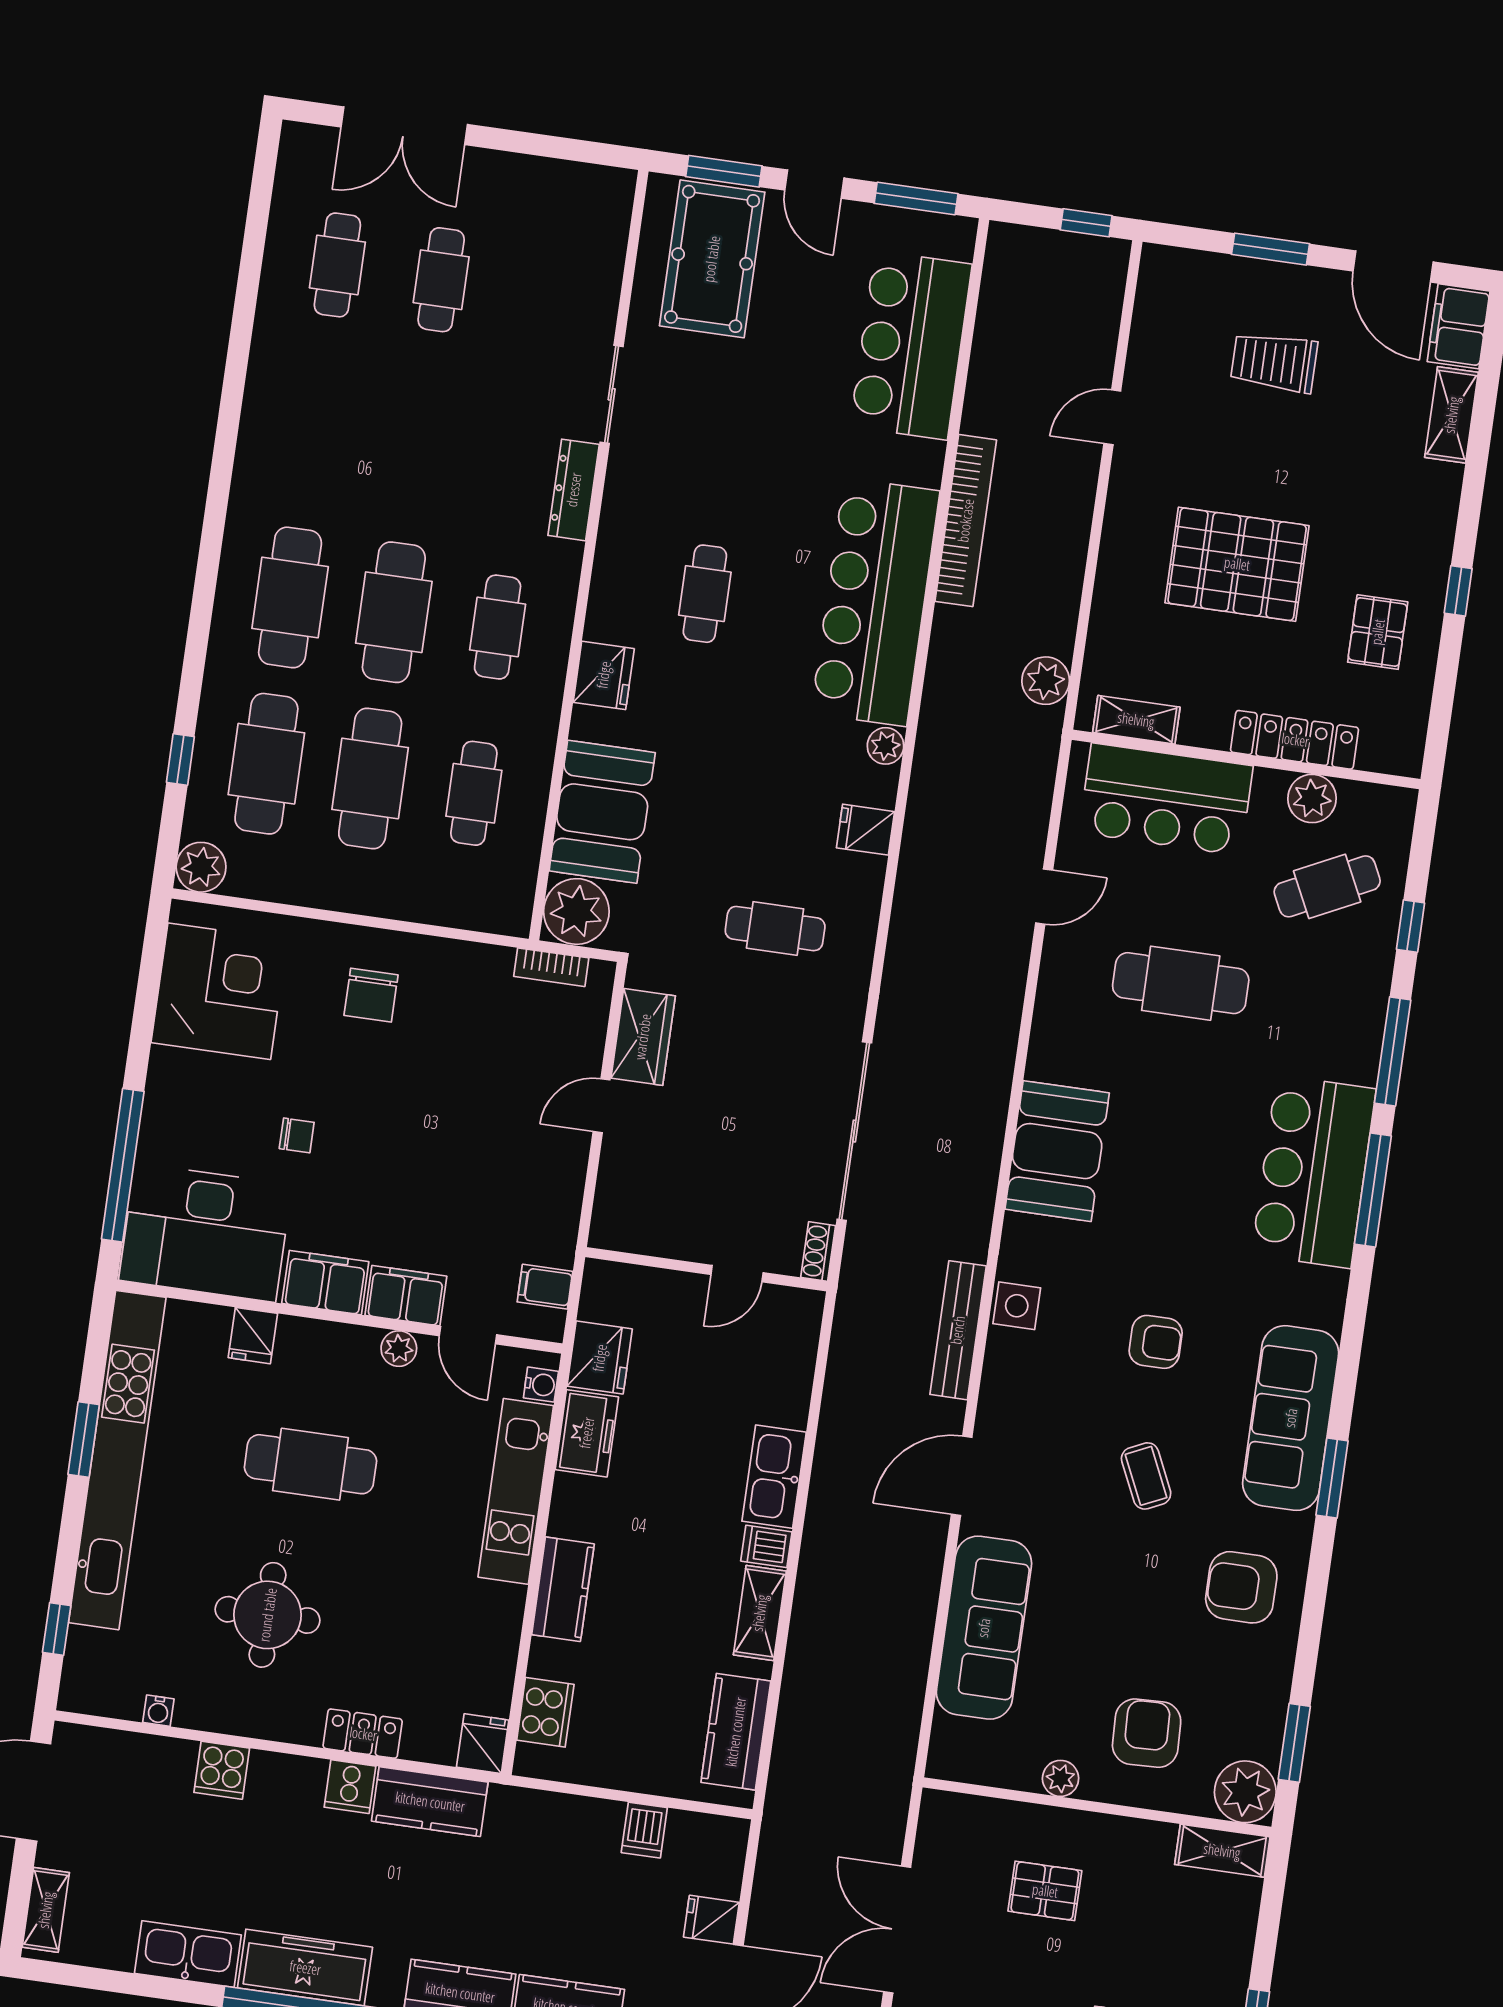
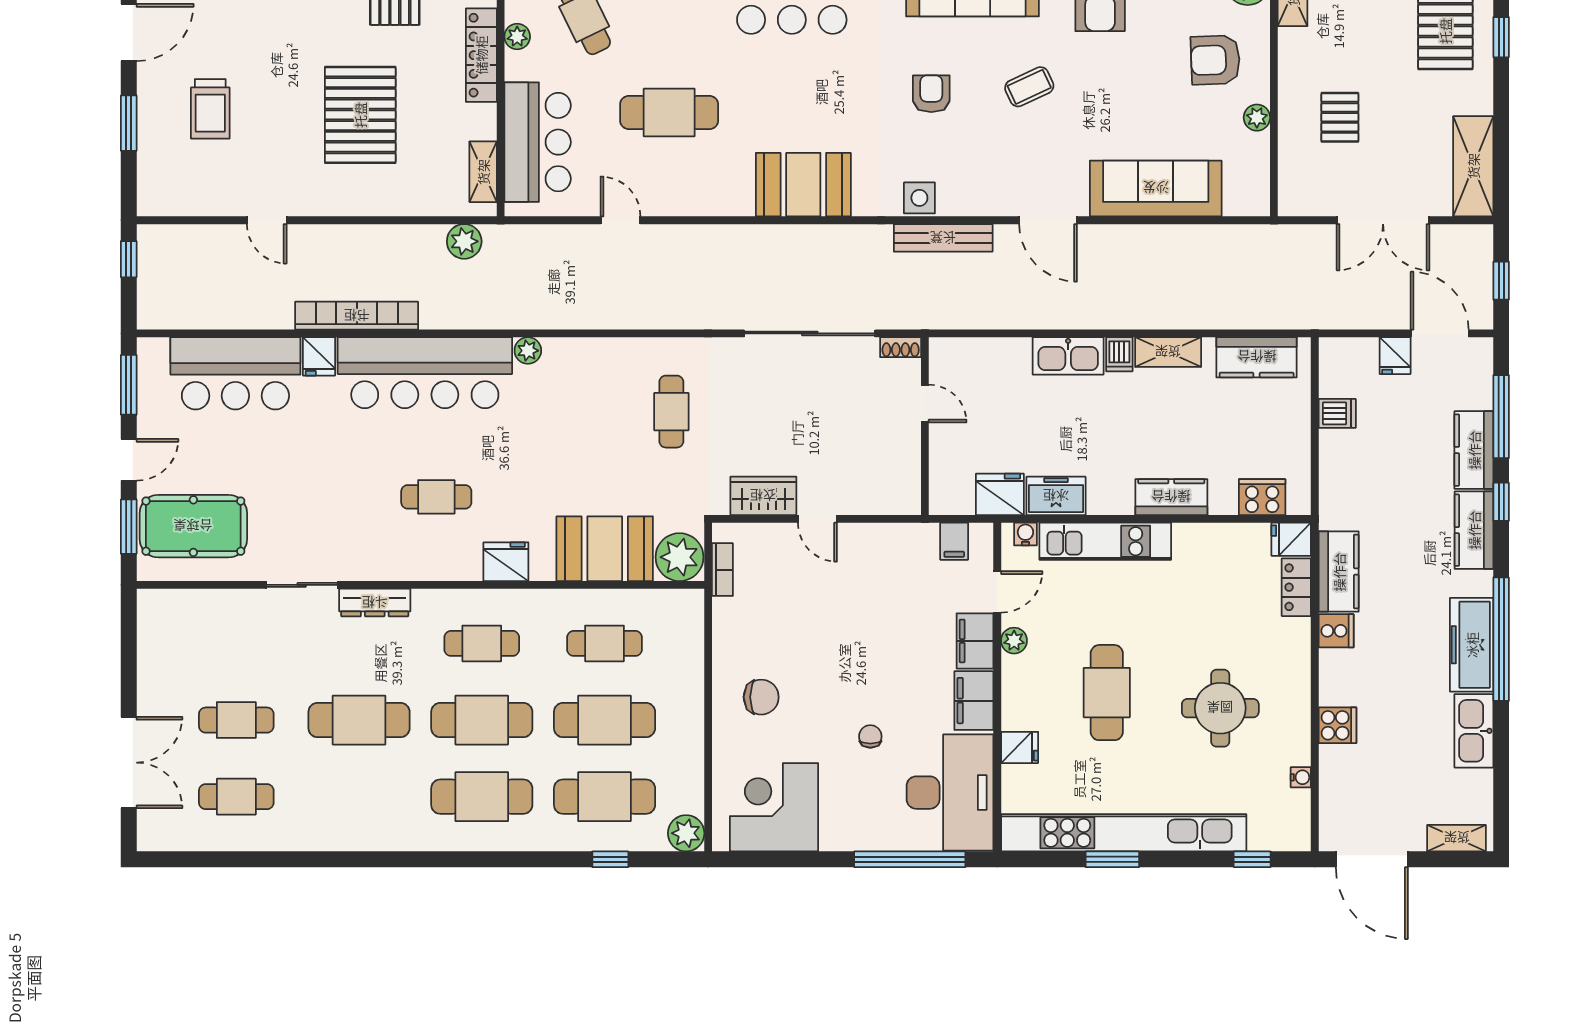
cafe table: (417, 446) -> (359, 720), added
plant: (1312, 799) -> (517, 37), width x0.73, depth x0.73
fridge: (865, 830) -> (319, 356), moved
cafe table: (1181, 983) -> (669, 112), turned 90
locker: (363, 1734) -> (1296, 587), moved

